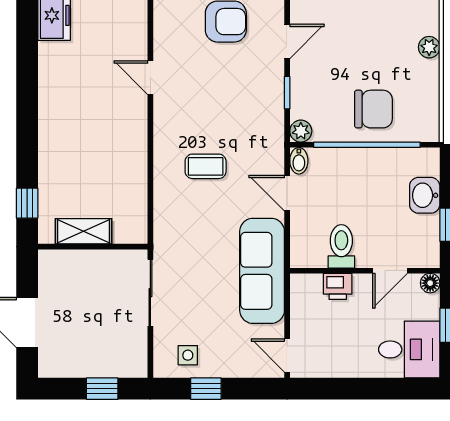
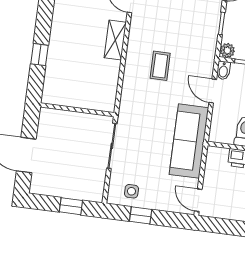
coffee table: (206, 166) -> (160, 66), turned 90
window: (27, 203) -> (40, 55), moved
shelving: (83, 231) -> (115, 40), moved, turned 90

